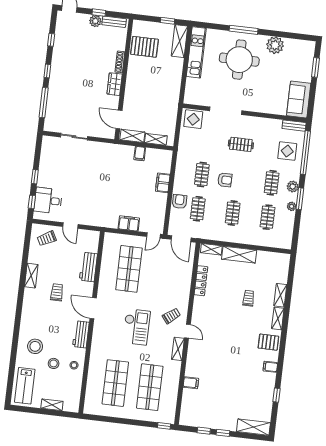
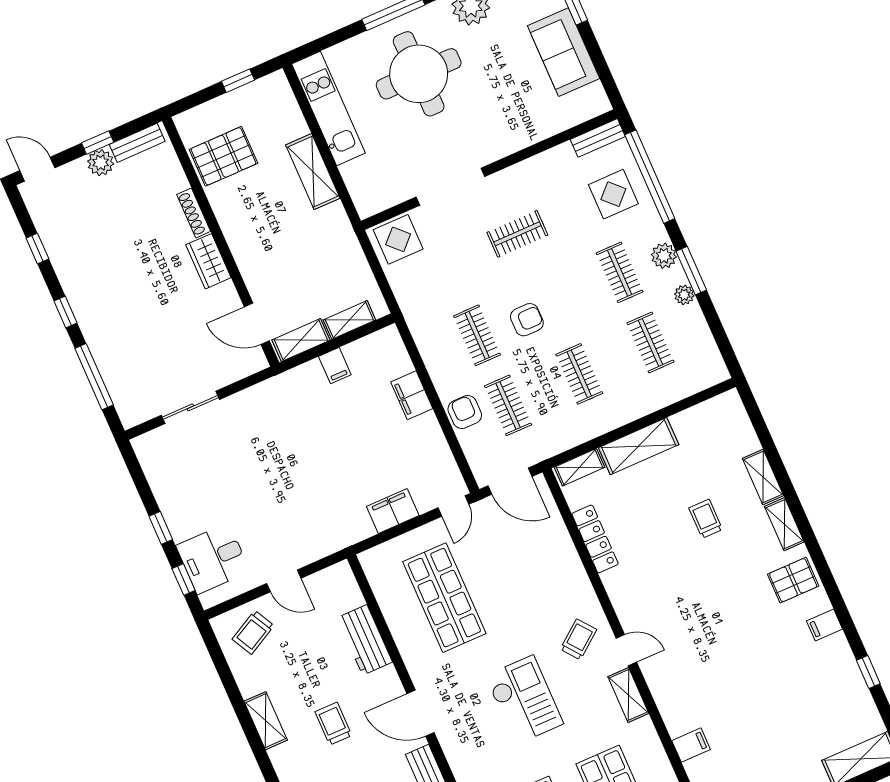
shelving: (180, 41) -> (313, 172), moved
sofa: (299, 99) -> (564, 52), moved

